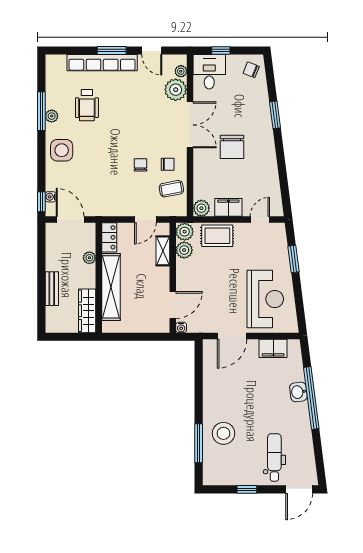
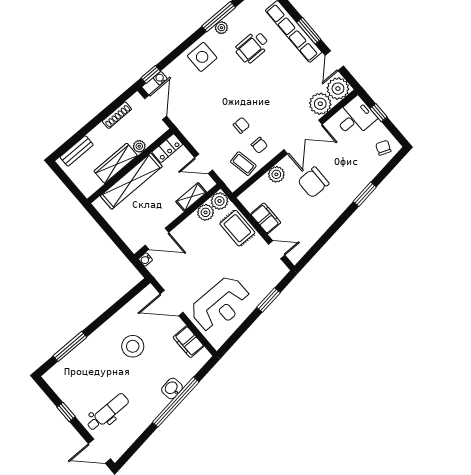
plant: (181, 71) -> (338, 89), width x1.88, depth x1.88
plant: (201, 208) -> (276, 174), moved
shoe rack: (51, 255) -> (117, 115), added
bench: (52, 289) -> (77, 151), moved
wardrobe: (87, 311) -> (116, 163), moved
stool: (223, 433) -> (133, 346), moved

